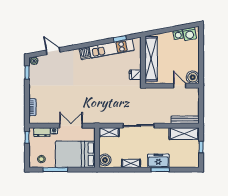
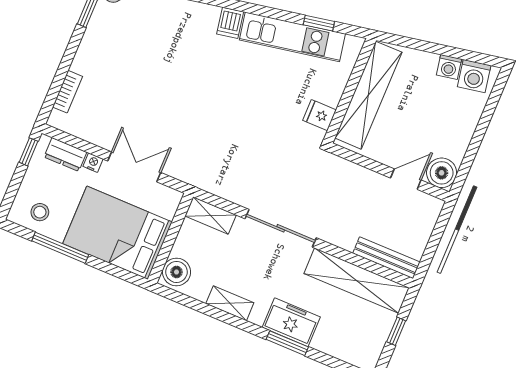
door: (180, 86) -> (406, 179), hinge flipped
shelving: (184, 134) -> (357, 281), width x1.47

